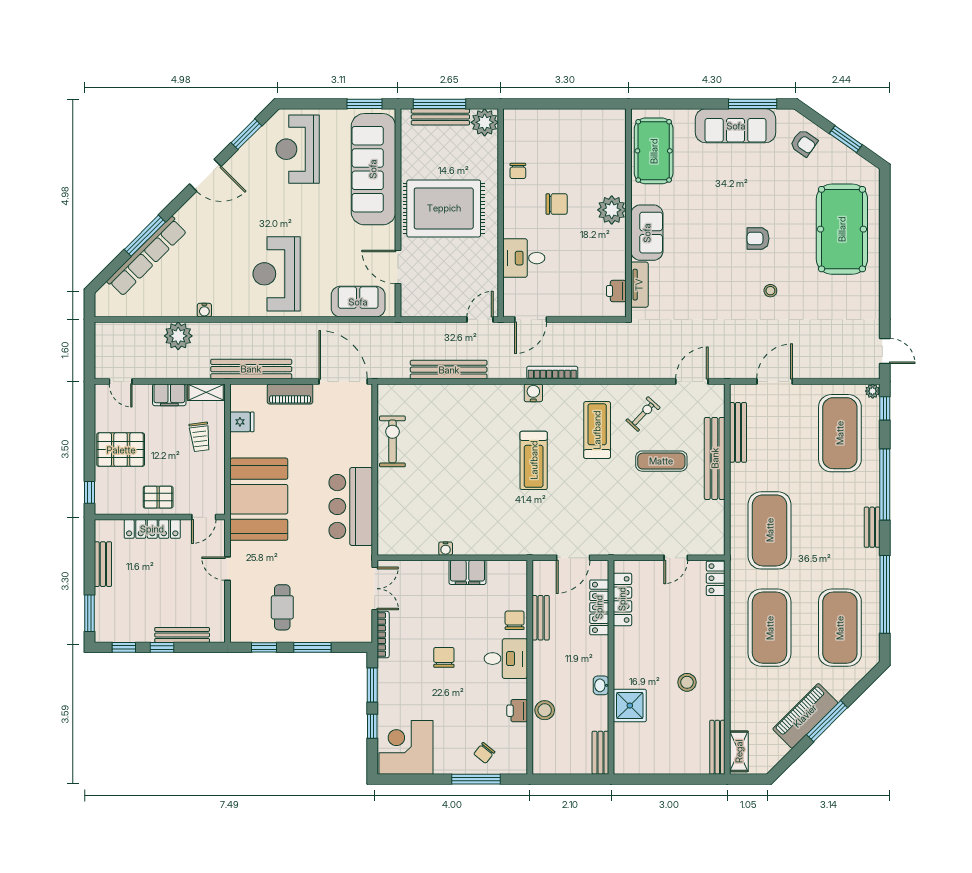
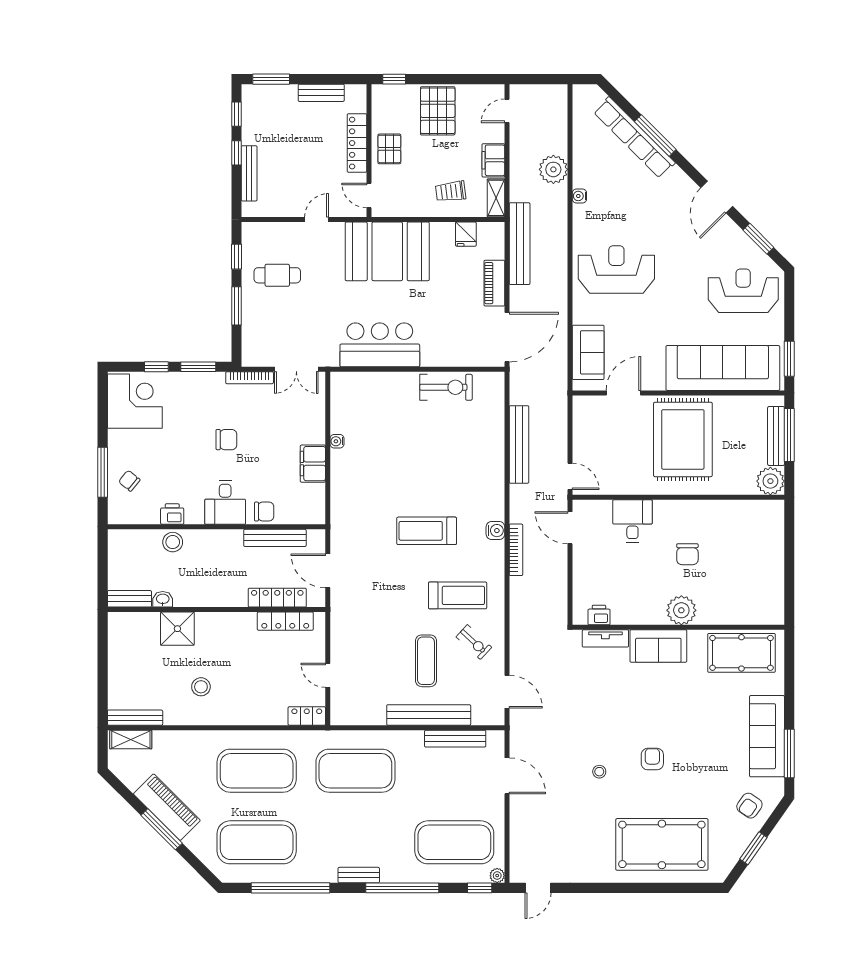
chair: (518, 171) -> (721, 515), removed
bench: (541, 618) -> (275, 538), width x1.36
washbasin: (601, 685) -> (163, 599), moved

